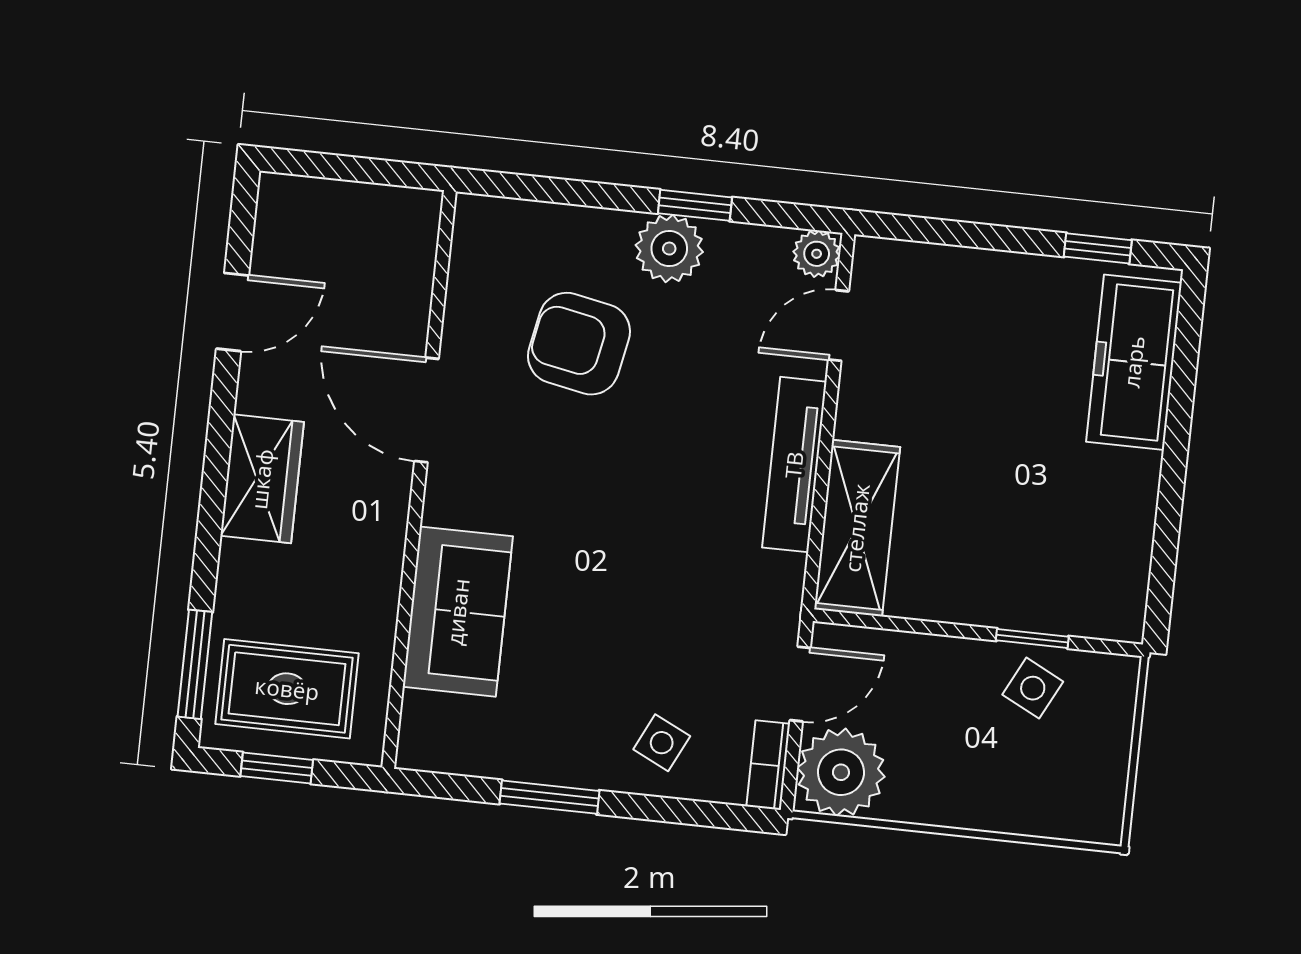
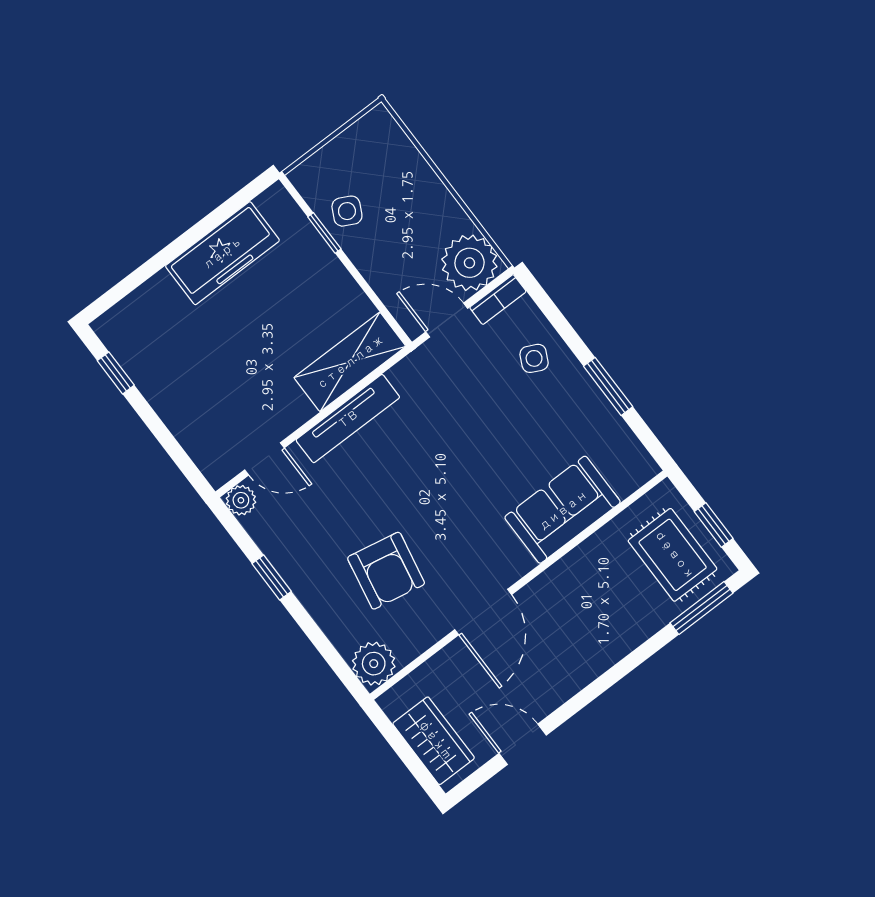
plant: (669, 249) -> (374, 664), moved
freezer: (1134, 362) -> (222, 253), moved
wardrobe: (262, 479) -> (434, 741), moved, turned 90

